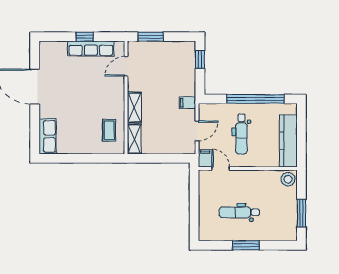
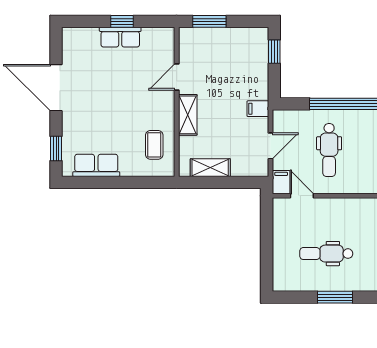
row of seats: (91, 48) -> (120, 37), width x0.68
door: (126, 66) -> (177, 77), moved
window: (35, 133) -> (56, 149), added
row of seats: (47, 136) -> (96, 165), moved, turned -90
shelving: (134, 139) -> (210, 168), moved, turned 90

